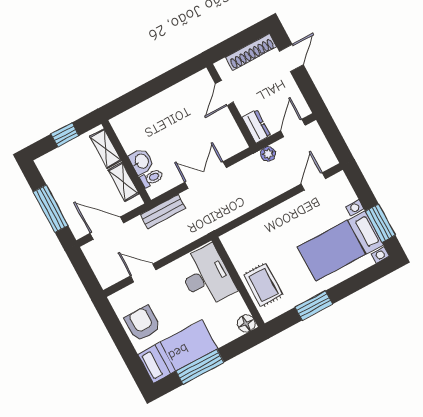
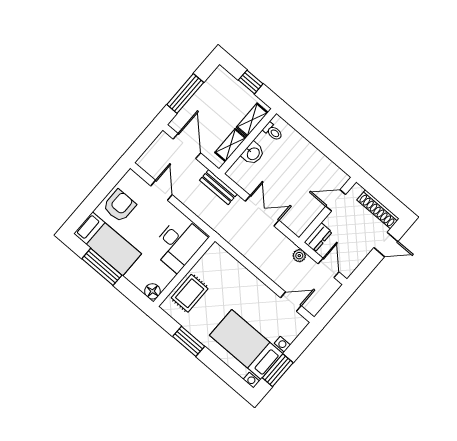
door: (293, 128) -> (328, 268), hinge flipped
toilet: (152, 178) -> (273, 132), moved

